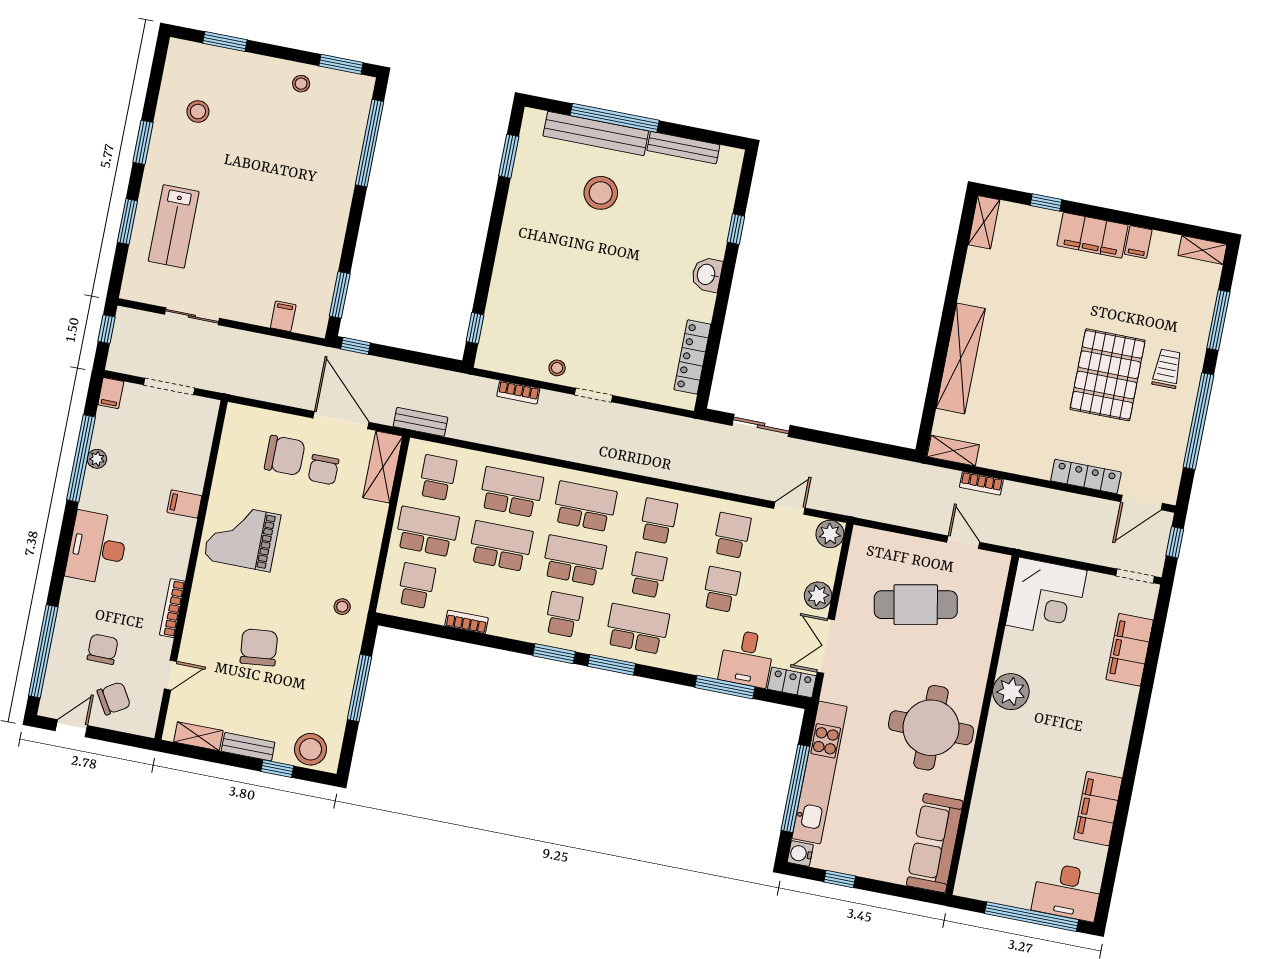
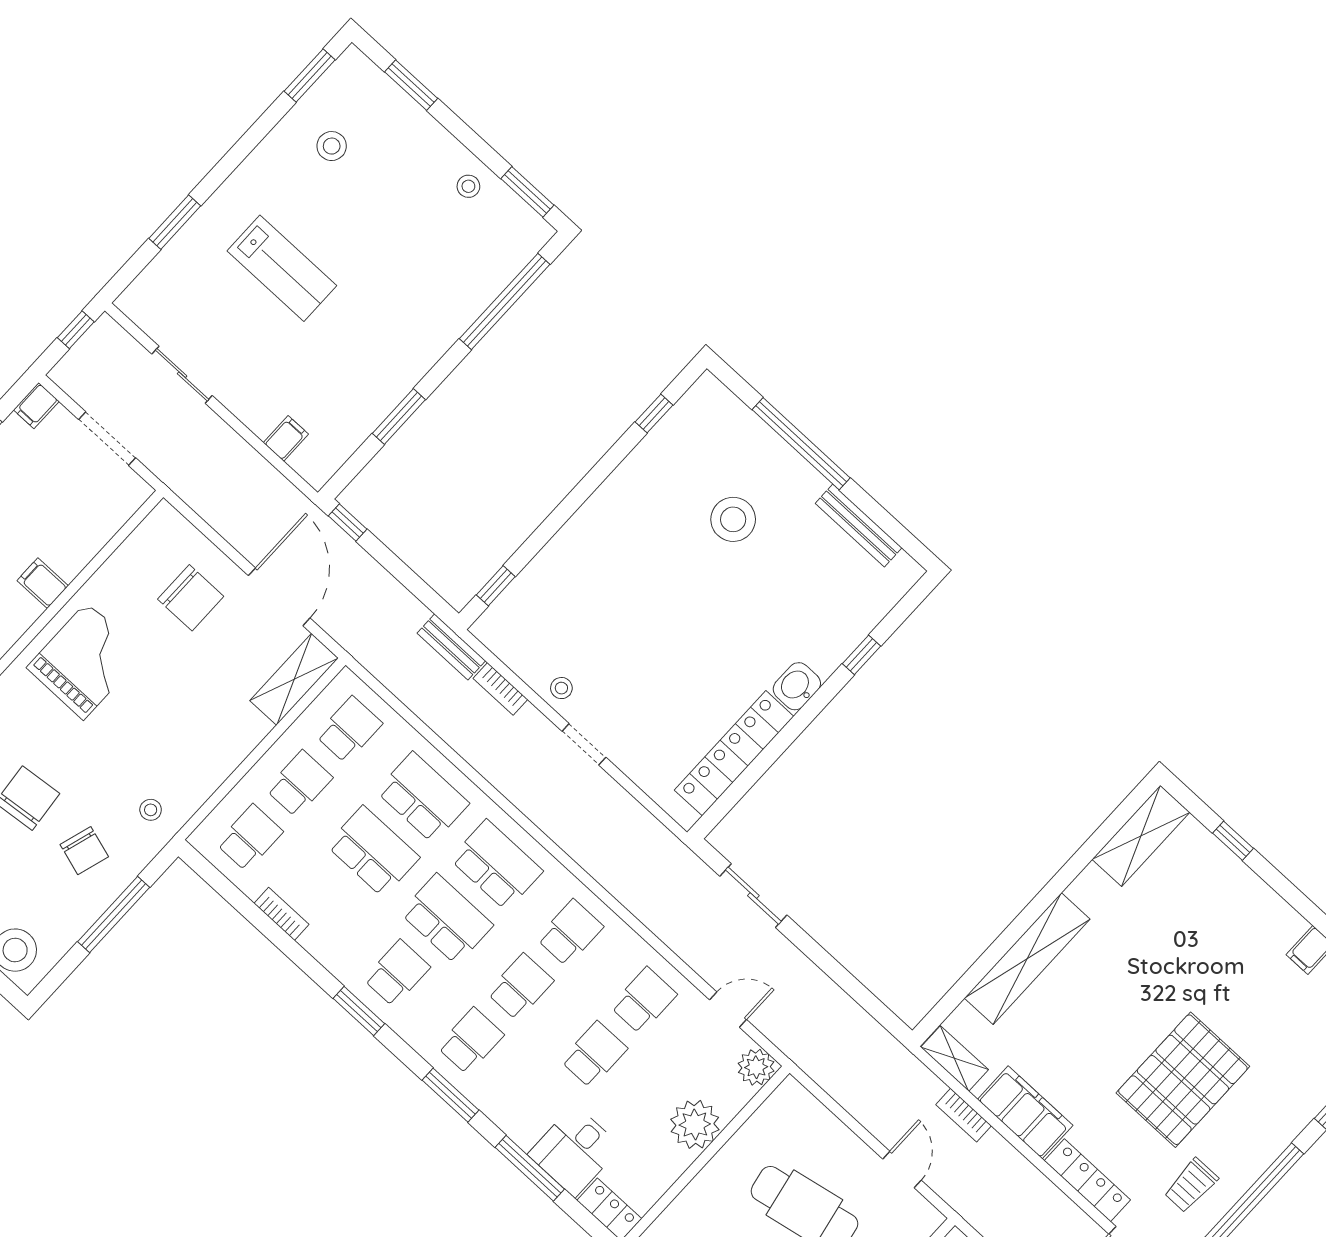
bench: (596, 133) -> (769, 448), removed
window: (143, 142) -> (310, 75), moved
window: (509, 156) -> (654, 414), width x0.67
shelving: (984, 222) -> (1141, 836), width x1.50, depth x1.33
lab bench: (174, 226) -> (282, 268), moved, turned -90
filing cabinet: (1093, 235) -> (1025, 1112), moved, turned 180
window: (340, 295) -> (399, 417), moved
locker: (692, 357) -> (734, 753), width x1.41, depth x1.21
trolley: (1167, 369) -> (1191, 1185), moved, turned 180
bench: (420, 422) -> (451, 647), moved
chair: (323, 470) -> (84, 851), moved, turned -73
school desk: (427, 532) -> (299, 784), width x0.54
grand piano: (242, 537) -> (85, 661), turned 90
plant: (818, 595) -> (695, 1124), width x1.36, depth x1.36
school desk: (637, 629) -> (471, 1041), width x0.54
double door: (826, 646) -> (673, 1192), removed
window: (612, 665) -> (450, 1095), moved

